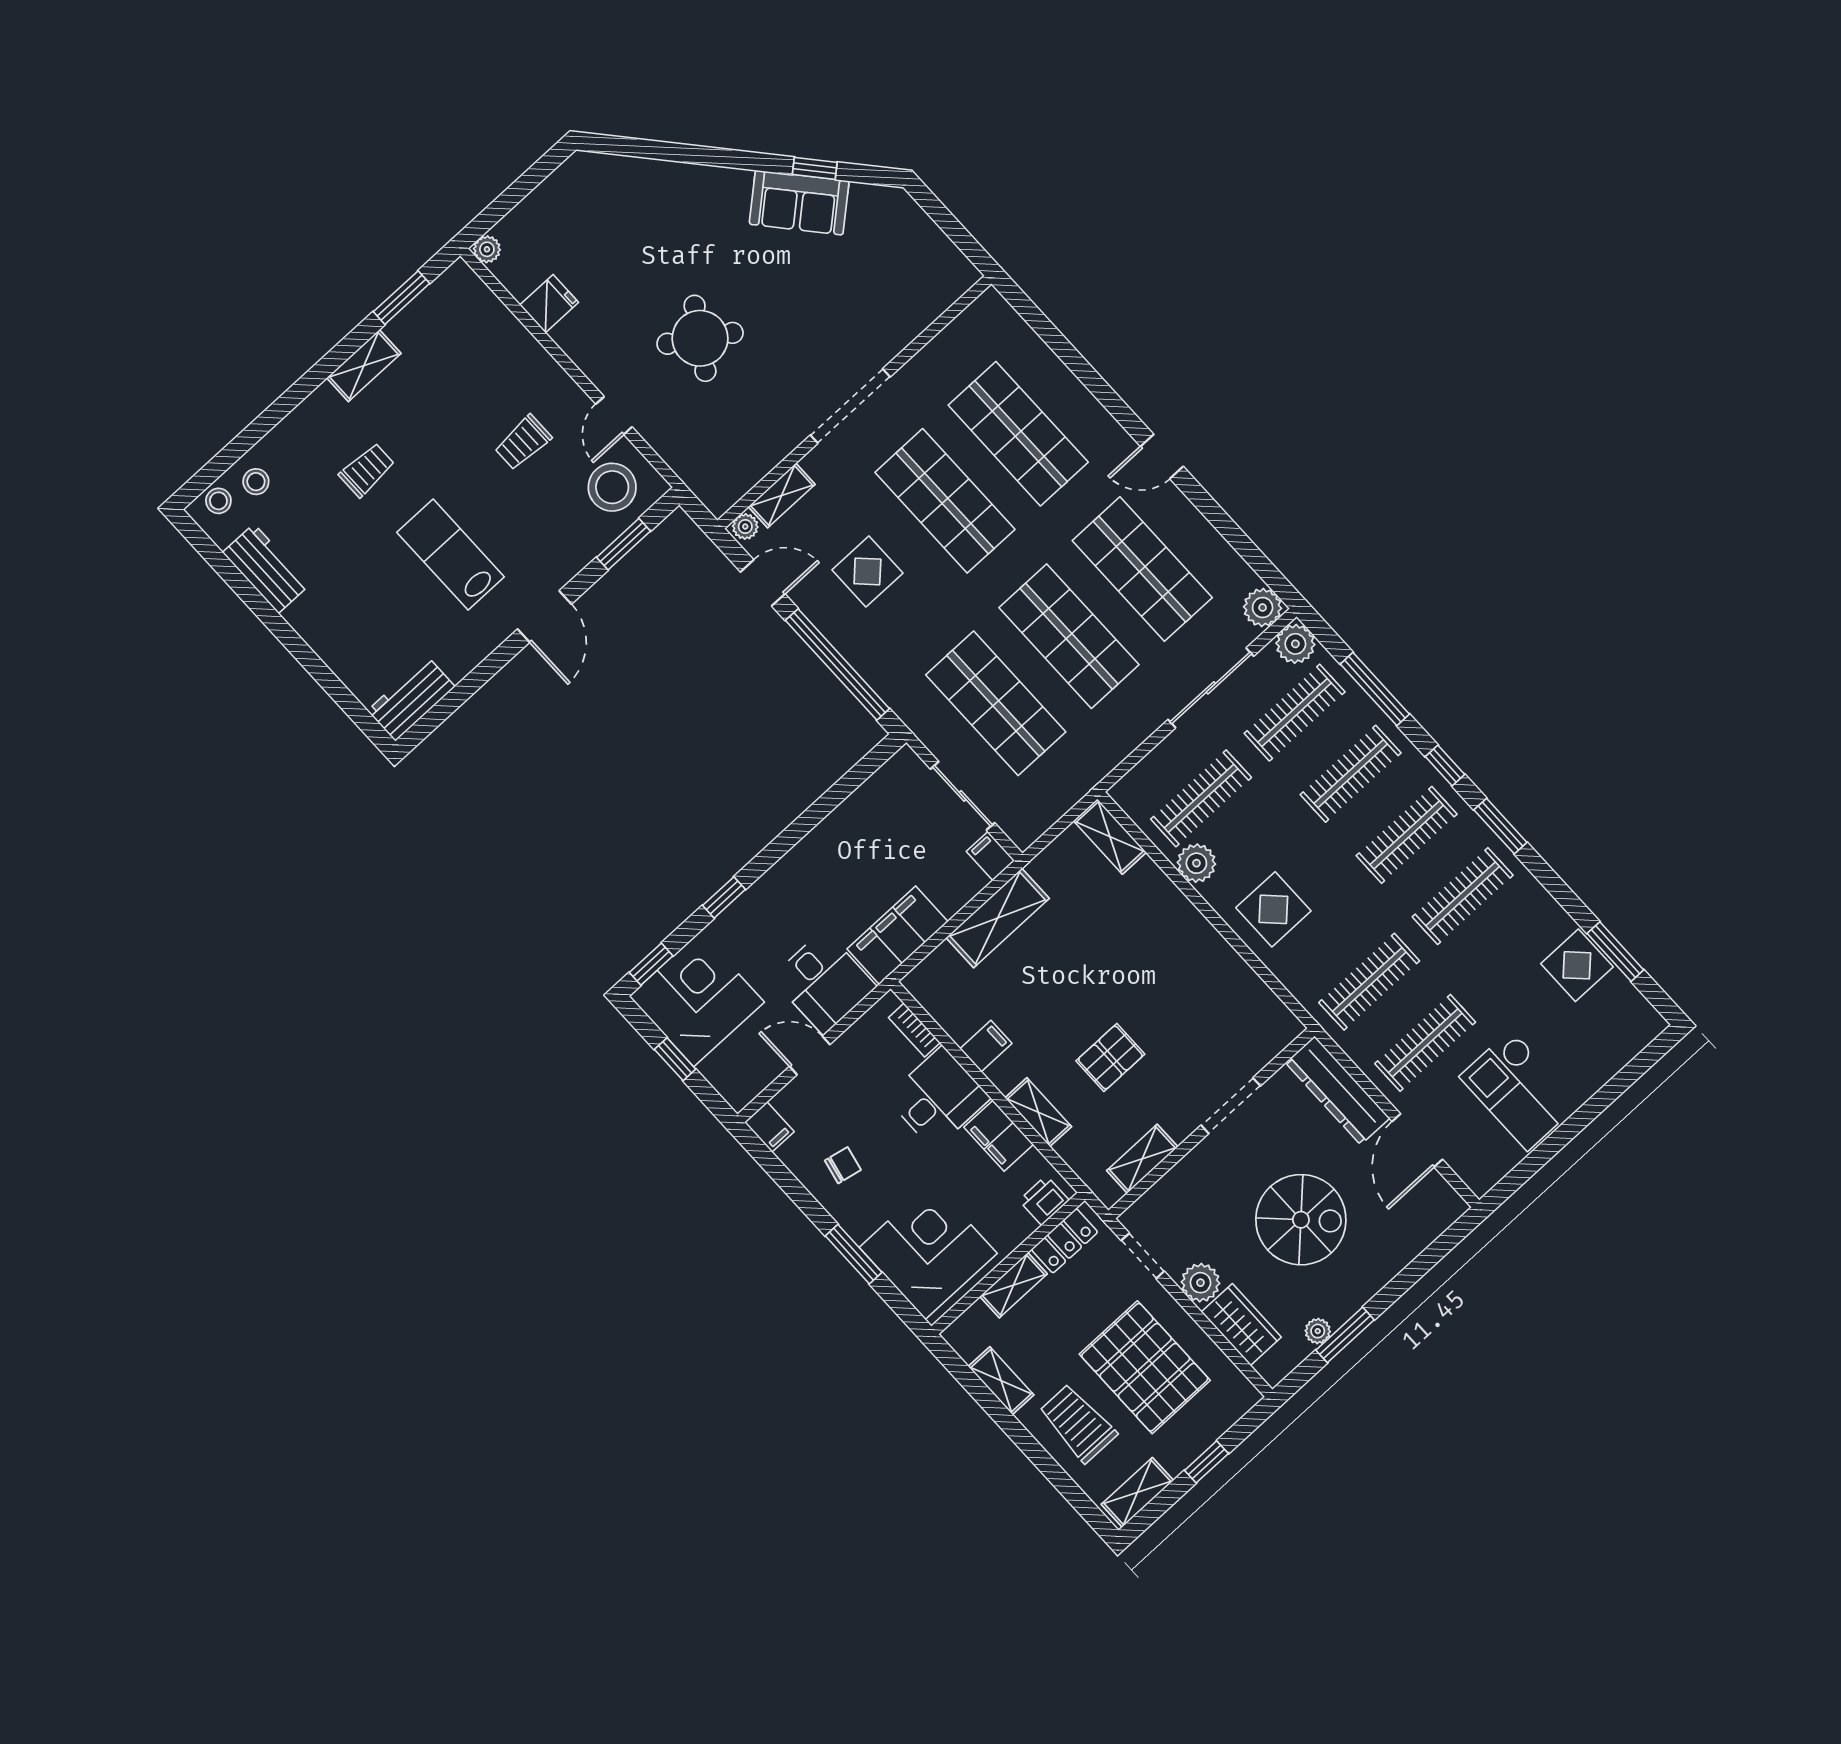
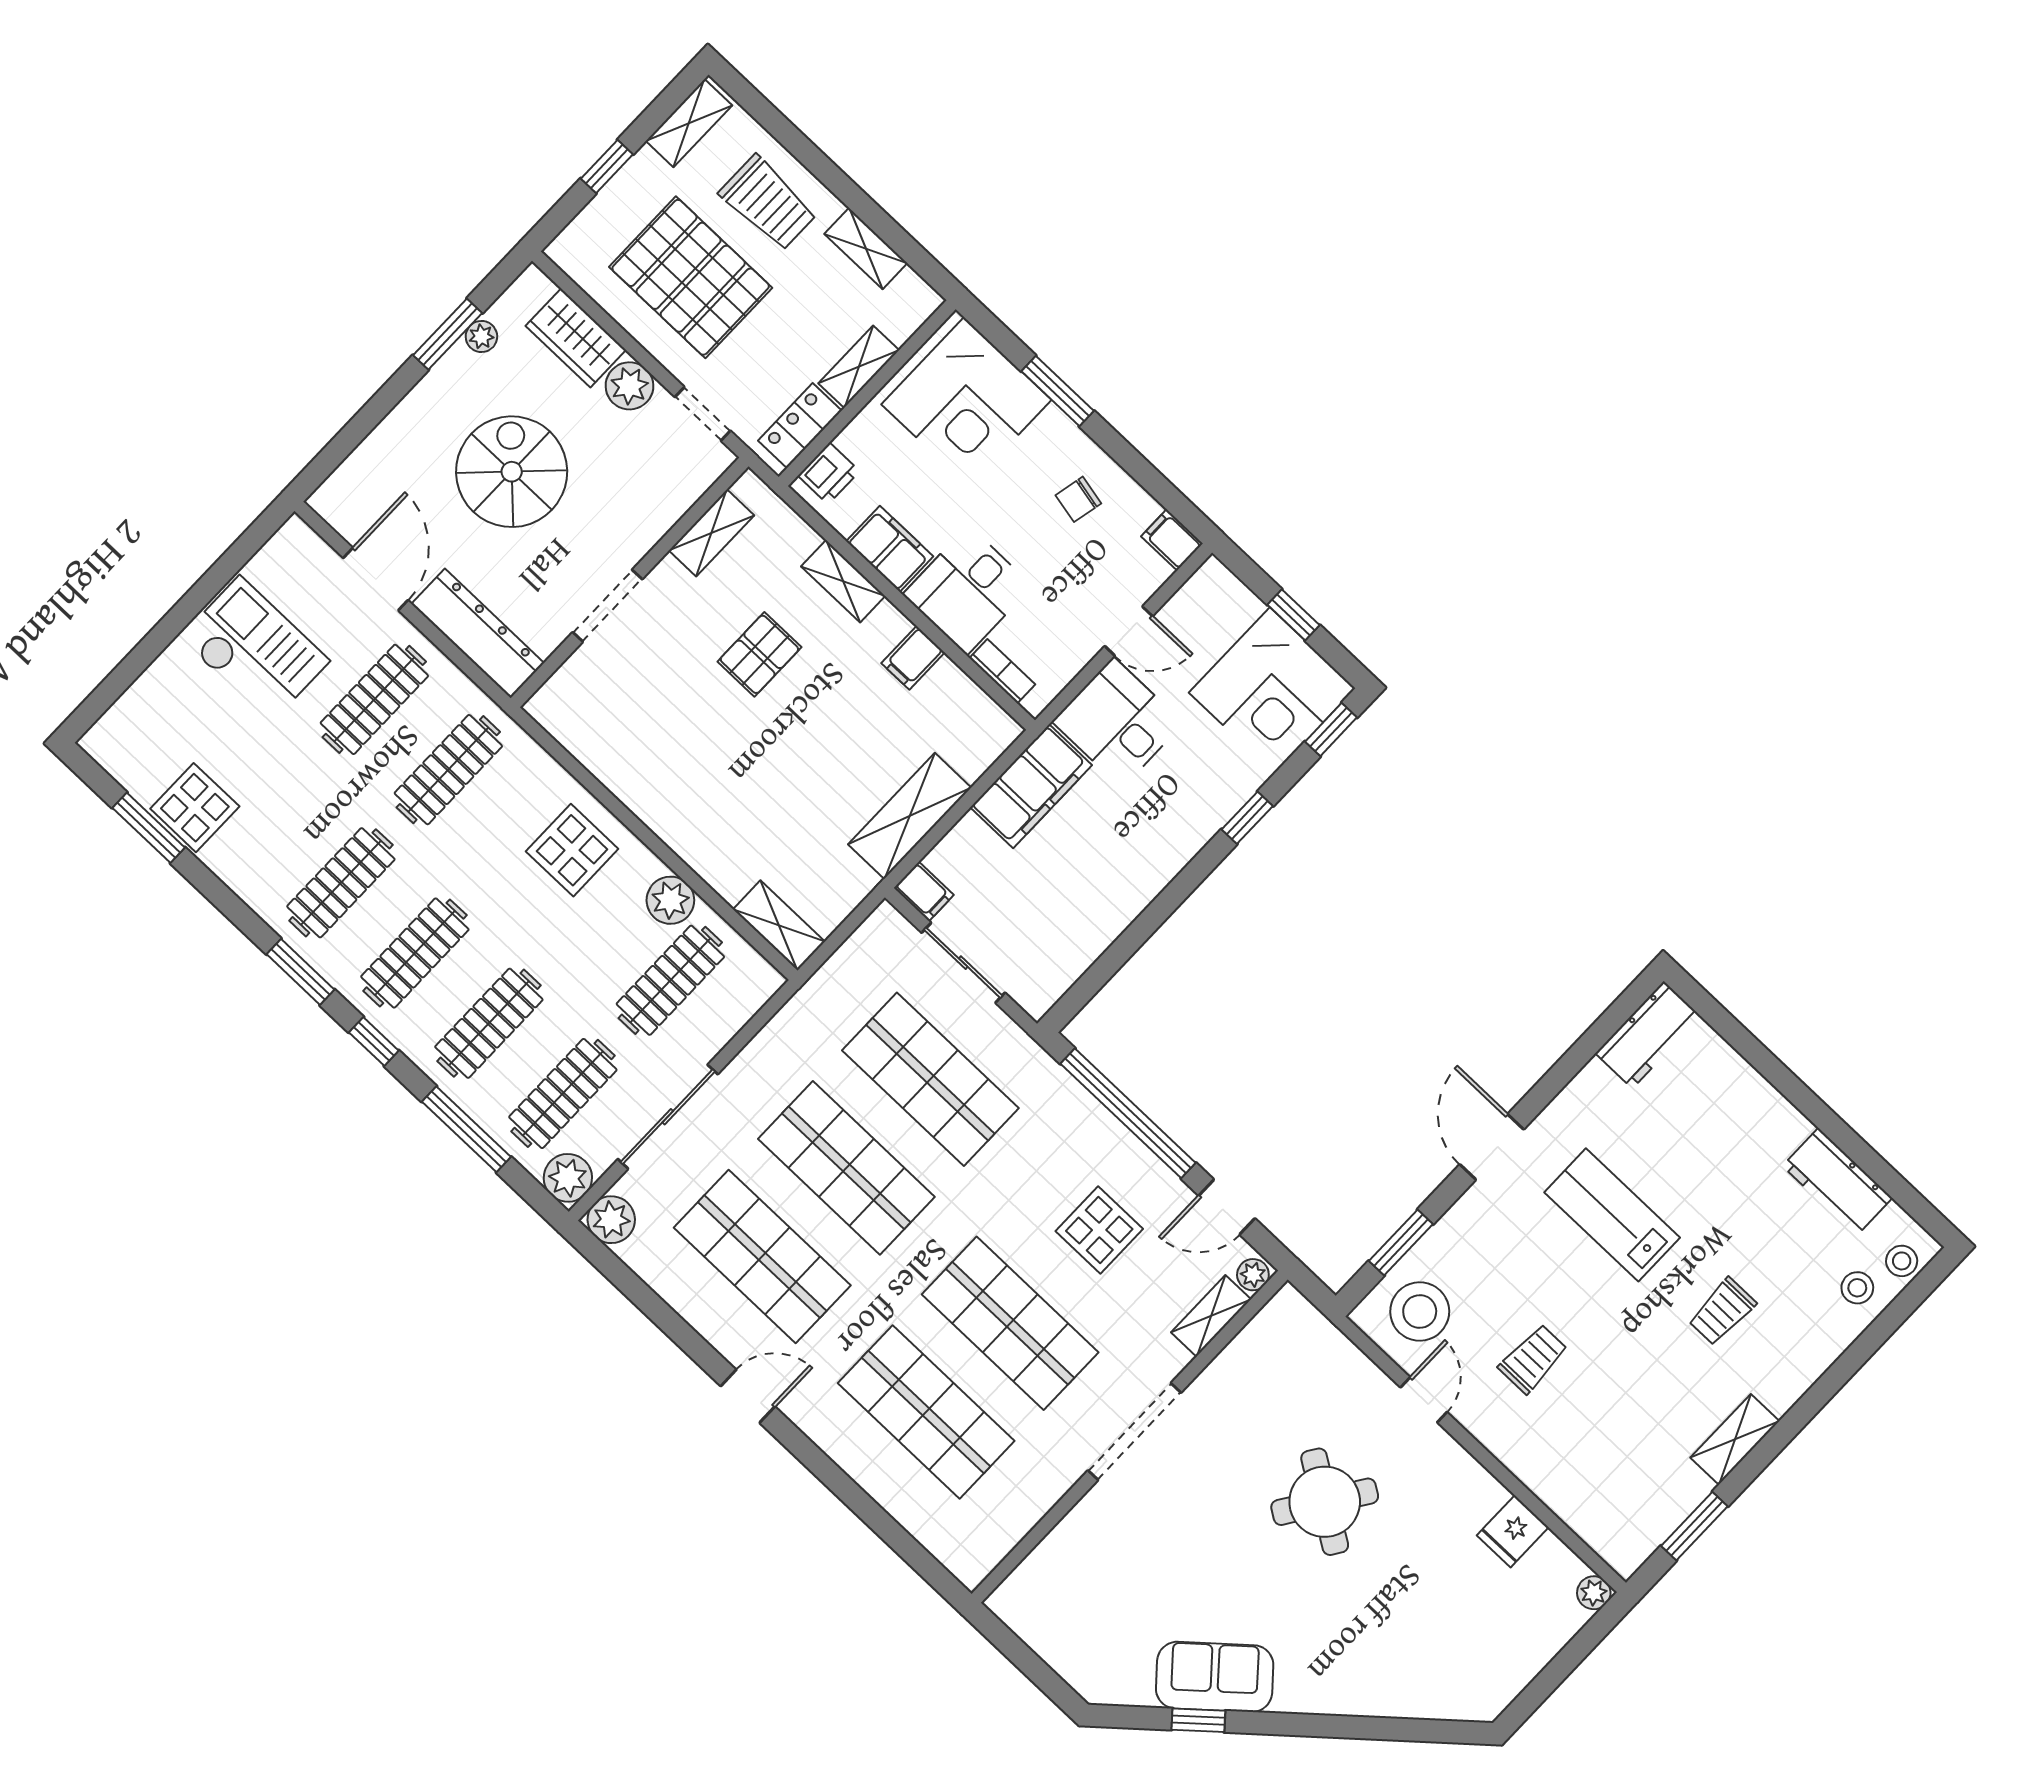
lab bench: (451, 555) -> (1612, 1215), turned 180
spiral stairs: (1301, 1220) -> (512, 472), turned 90

